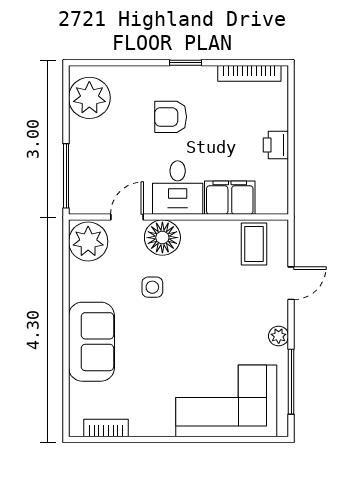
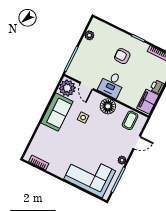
plant: (89, 98) -> (89, 35), width x0.53, depth x0.53
filing cabinet: (230, 198) -> (148, 102), moved, turned -90
door: (127, 217) -> (87, 86), swing flipped
floor lamp: (162, 238) -> (108, 106), moved
sofa: (92, 342) -> (57, 112), moved

